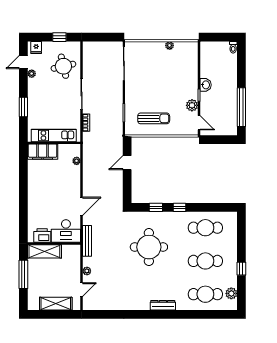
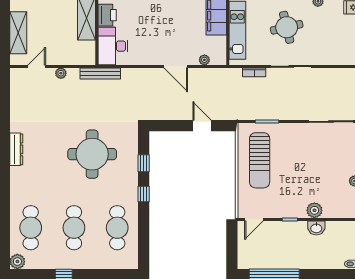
round table: (63, 66) -> (287, 27), moved
washbasin: (206, 85) -> (316, 228), moved
plant: (192, 105) -> (314, 210), moved
sun lounger: (154, 118) -> (260, 160), width x1.36, depth x1.34
door: (82, 206) -> (176, 66), moved
door: (82, 290) -> (37, 66), swing flipped
plant: (231, 293) -> (17, 262), moved
dresser: (163, 305) -> (16, 149), moved

